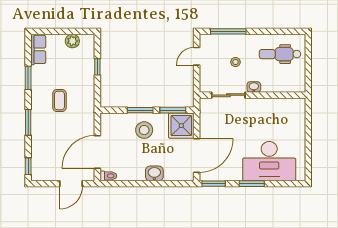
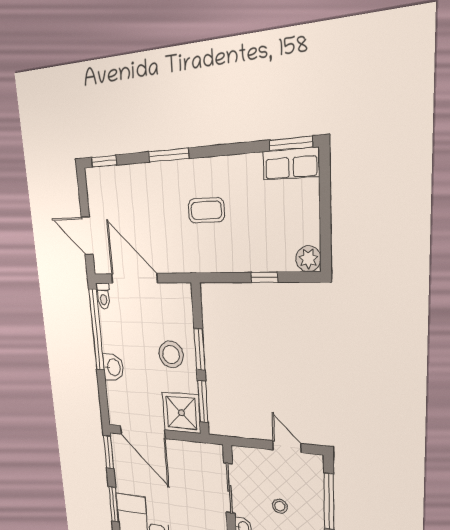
plant: (72, 41) -> (308, 259), moved
window: (28, 78) -> (291, 144), moved
window: (130, 184) -> (96, 330), added

